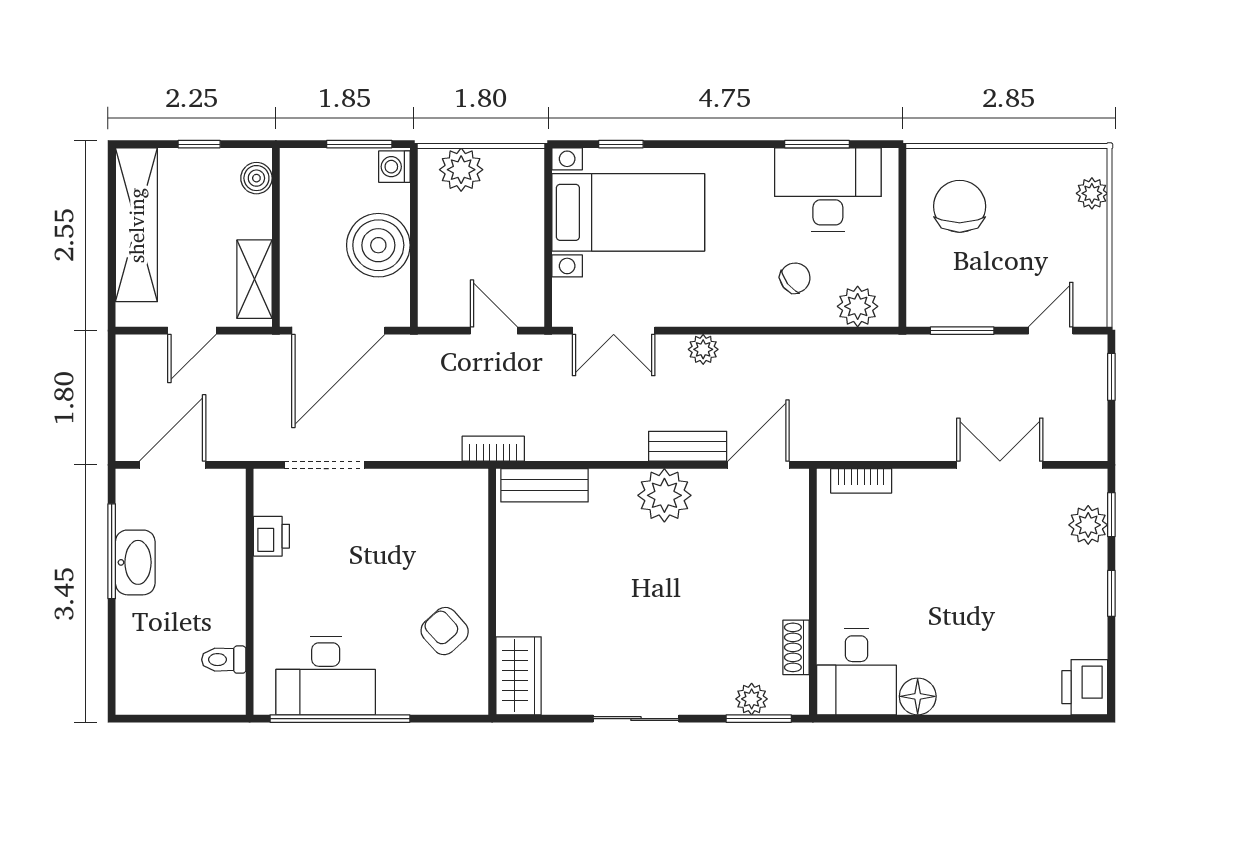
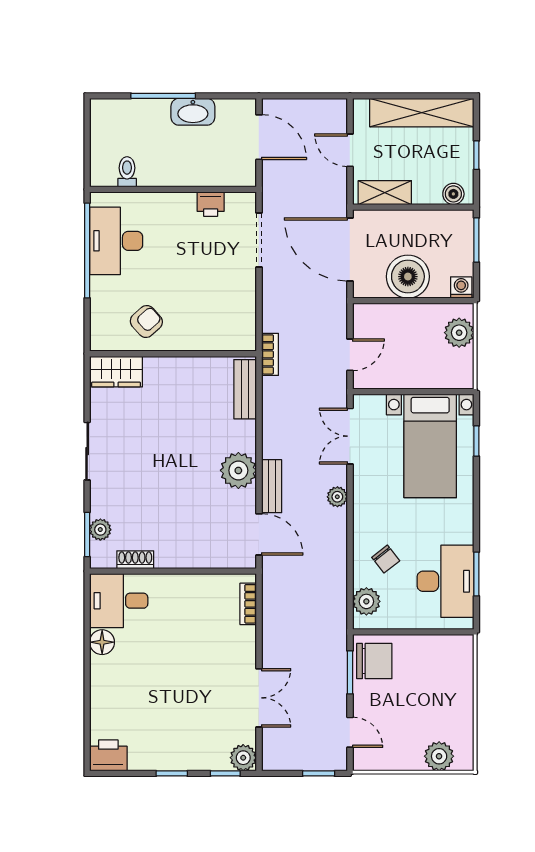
window: (359, 144) -> (476, 240), moved
plant: (1092, 193) -> (439, 756), width x1.38, depth x1.38
chair: (960, 206) -> (374, 661), moved
plant: (1088, 525) -> (243, 758), moved
window: (112, 551) -> (163, 96), moved

